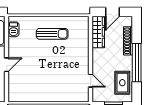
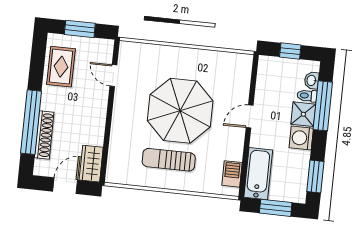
wardrobe: (98, 32) -> (91, 164), width x0.67
window: (137, 63) -> (31, 122), moved
parasol: (48, 64) -> (180, 111), added

